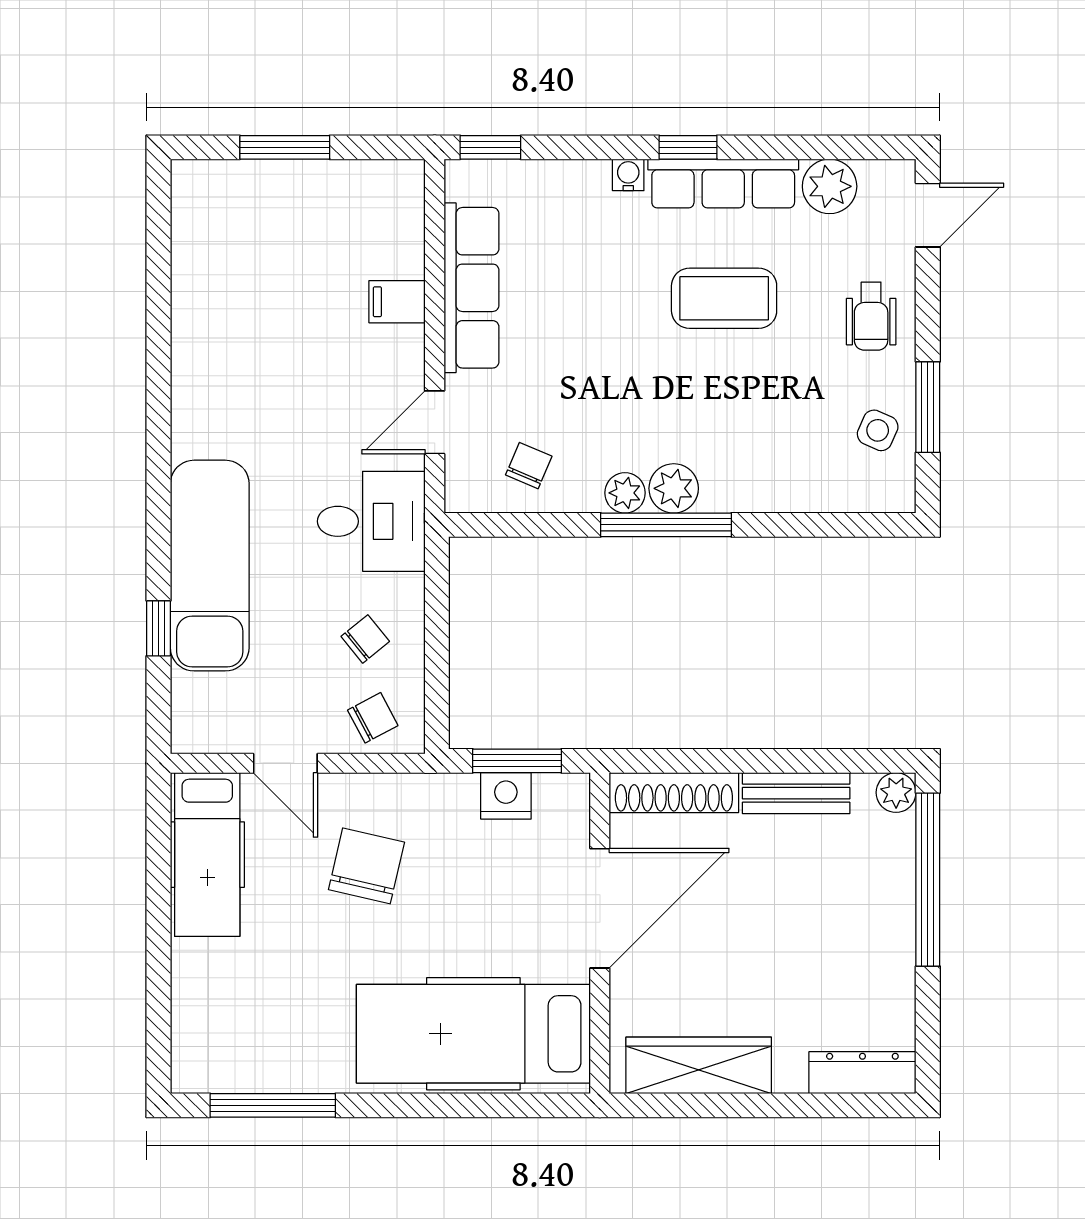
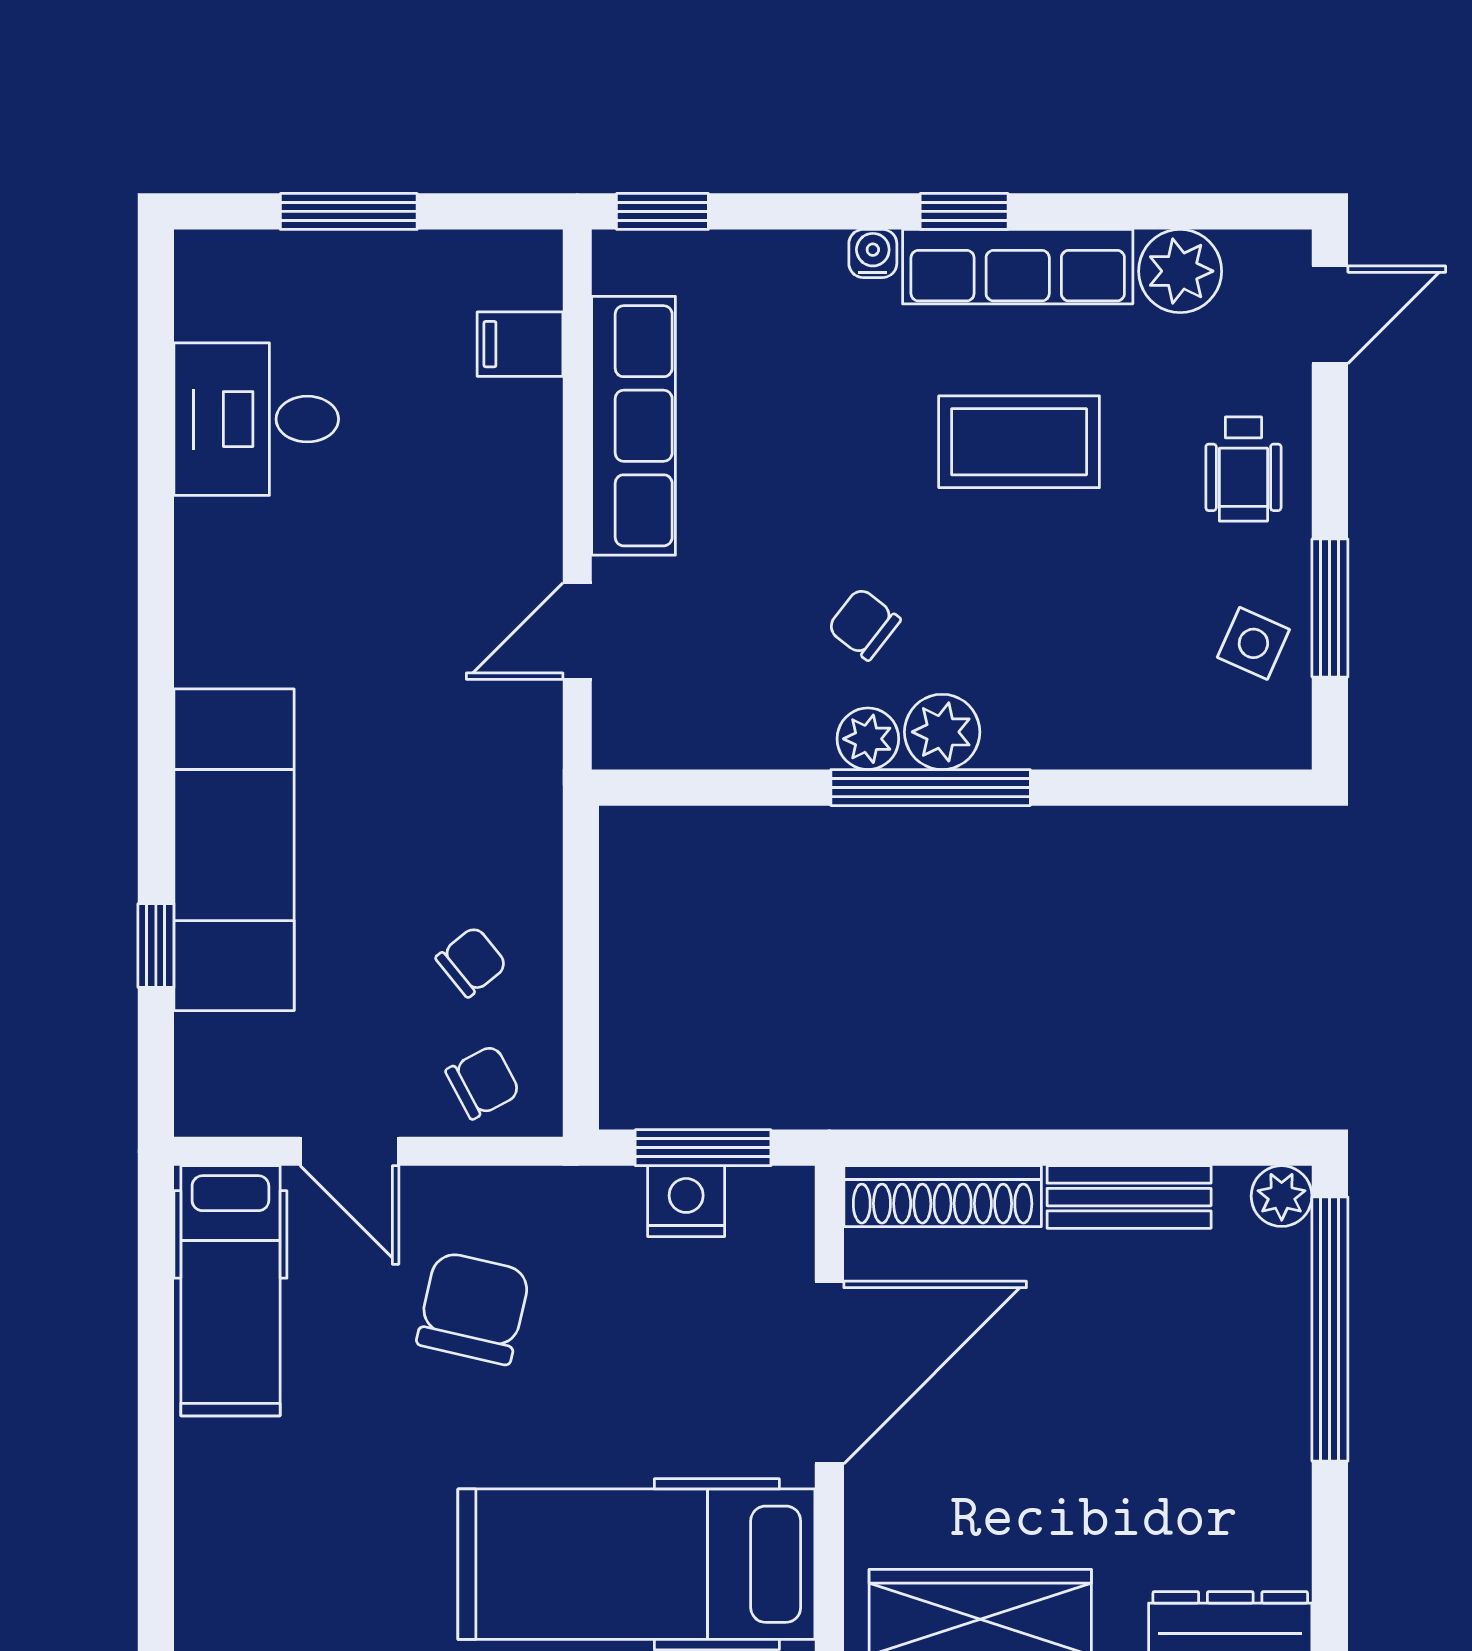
filing cabinet: (397, 302) -> (520, 344), moved
chair: (529, 466) -> (864, 624), moved, turned -75
desk: (371, 521) -> (256, 419), moved, turned 180

